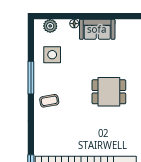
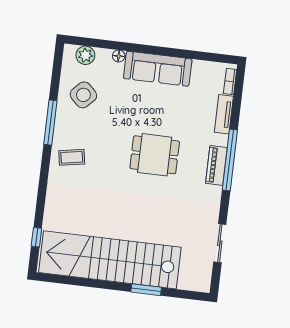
sofa: (97, 29) -> (158, 69), width x1.36
side table: (52, 55) -> (83, 95), turned 45

